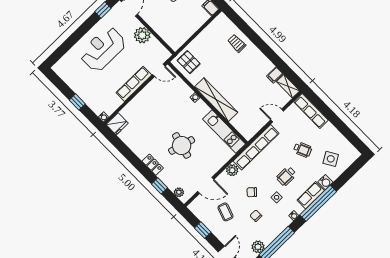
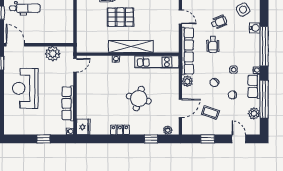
plant: (142, 35) -> (53, 54), moved
pallet: (189, 62) -> (120, 17), moved, width x1.50, depth x1.42
row of seats: (134, 84) -> (68, 103), moved
door: (277, 116) -> (180, 17), swing flipped
locker: (153, 165) -> (120, 130), moved
wheelchair: (286, 176) -> (213, 45), moved
row of seats: (311, 195) -> (254, 86), moved

